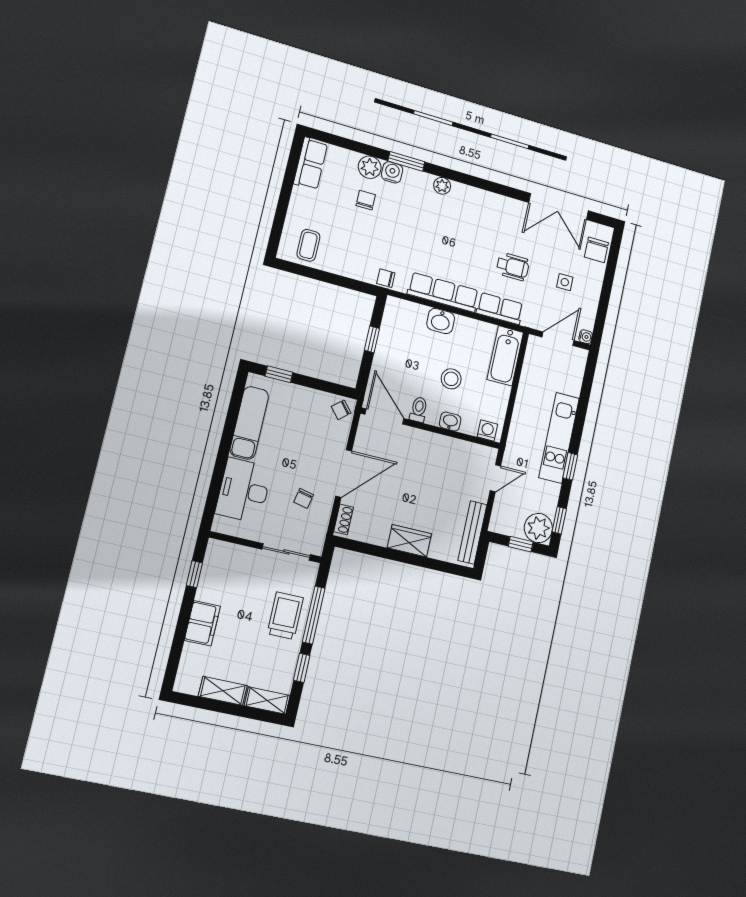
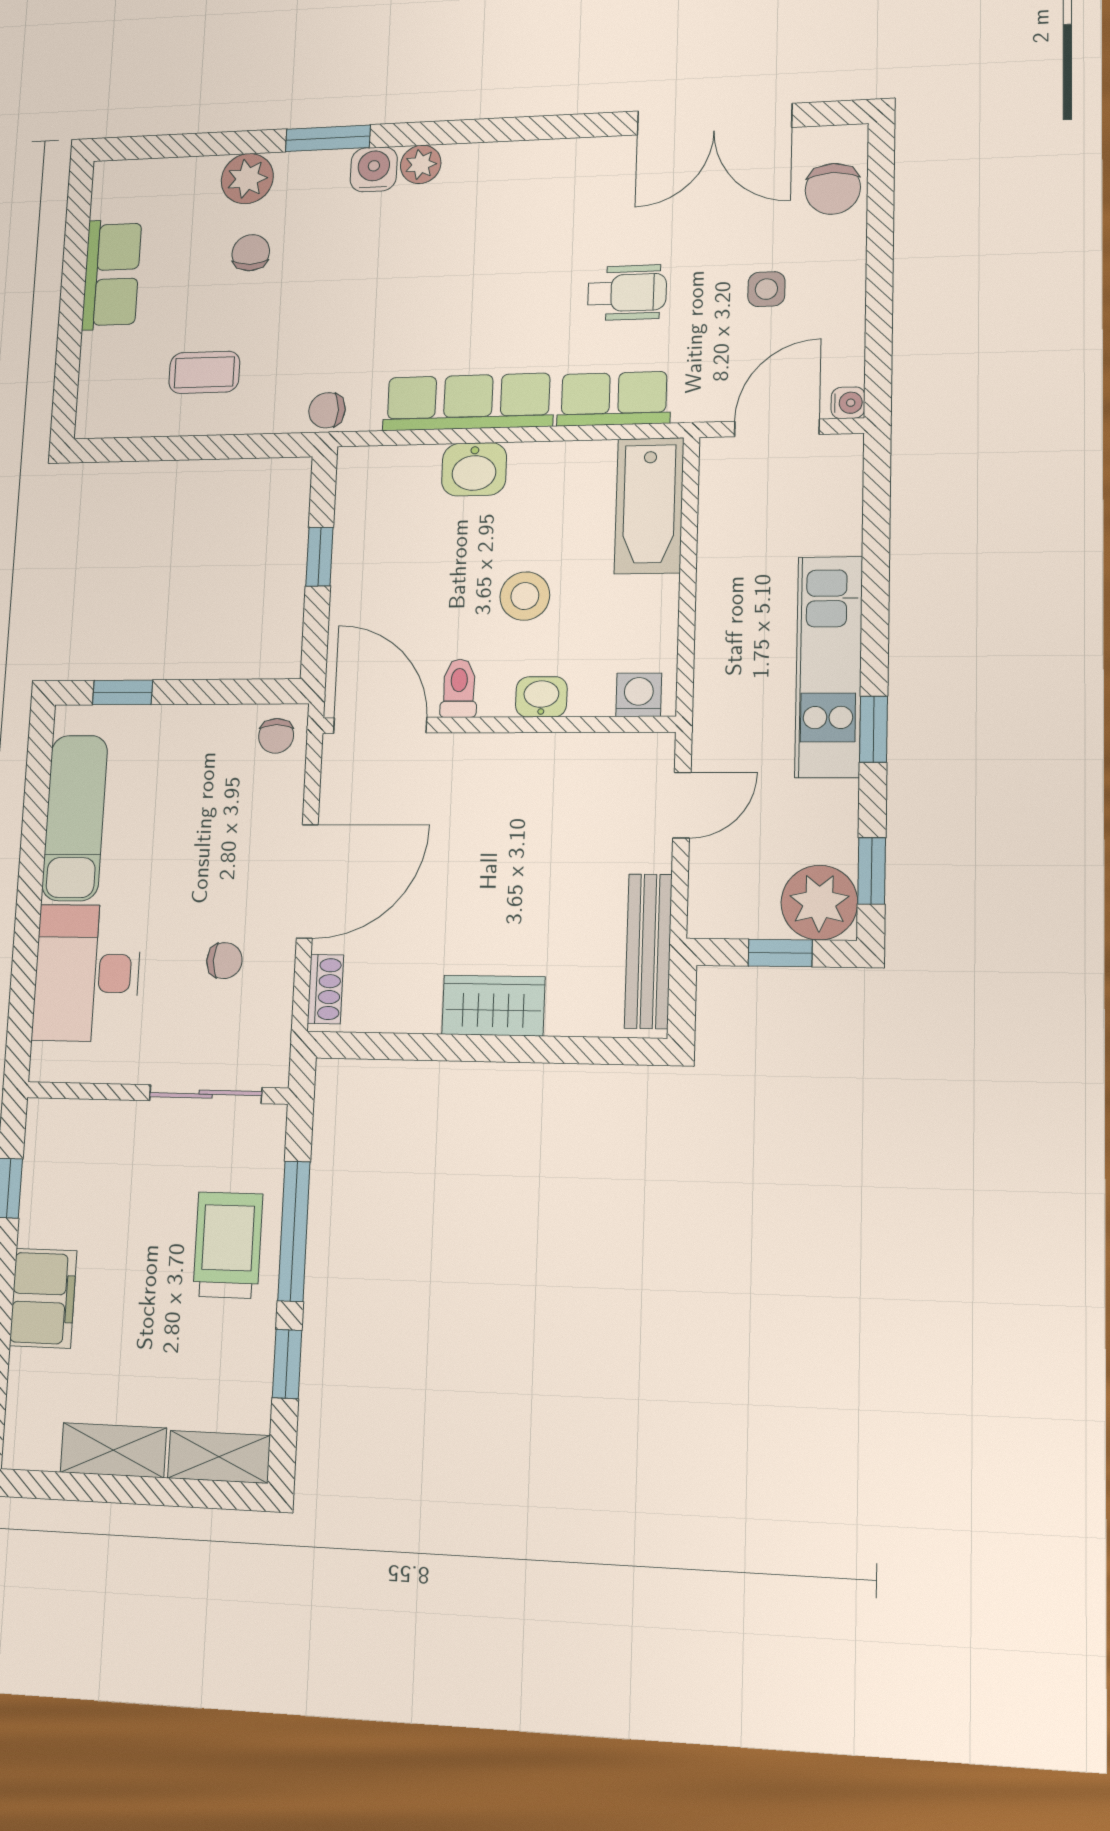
row of seats: (311, 164) -> (112, 274), moved
water cooler: (392, 172) -> (374, 169), moved
coffee table: (308, 245) -> (204, 372), moved, turned 90
chair: (341, 410) -> (276, 736), turned -49
chair: (304, 498) -> (224, 961), turned -102

